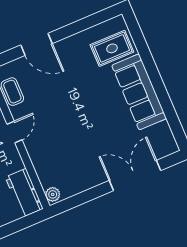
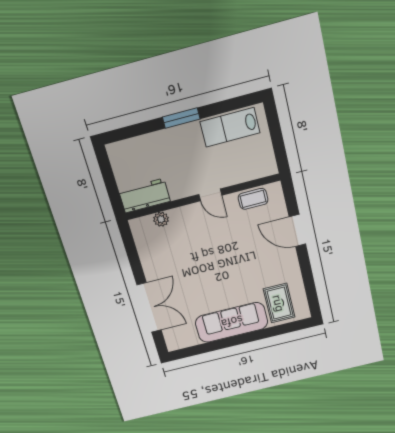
door: (36, 44) -> (297, 231), hinge flipped
plant: (53, 194) -> (161, 219), moved

